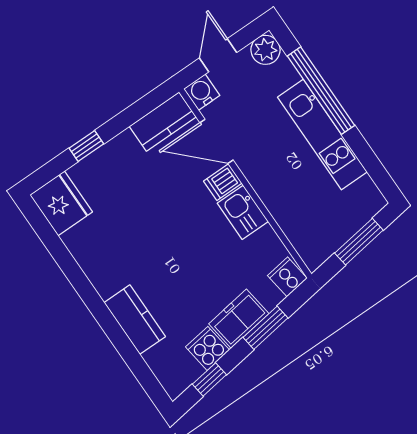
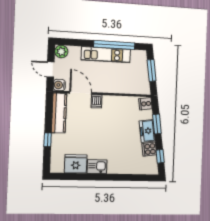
window: (321, 91) -> (114, 45), moved
kitchen counter: (163, 122) -> (59, 113), width x1.50
door: (217, 141) -> (81, 93), swing flipped
fridge: (61, 203) -> (76, 164), moved
kitchen sink: (243, 212) -> (97, 166), moved, turned 180
kitchen counter: (135, 320) -> (121, 167), removed

